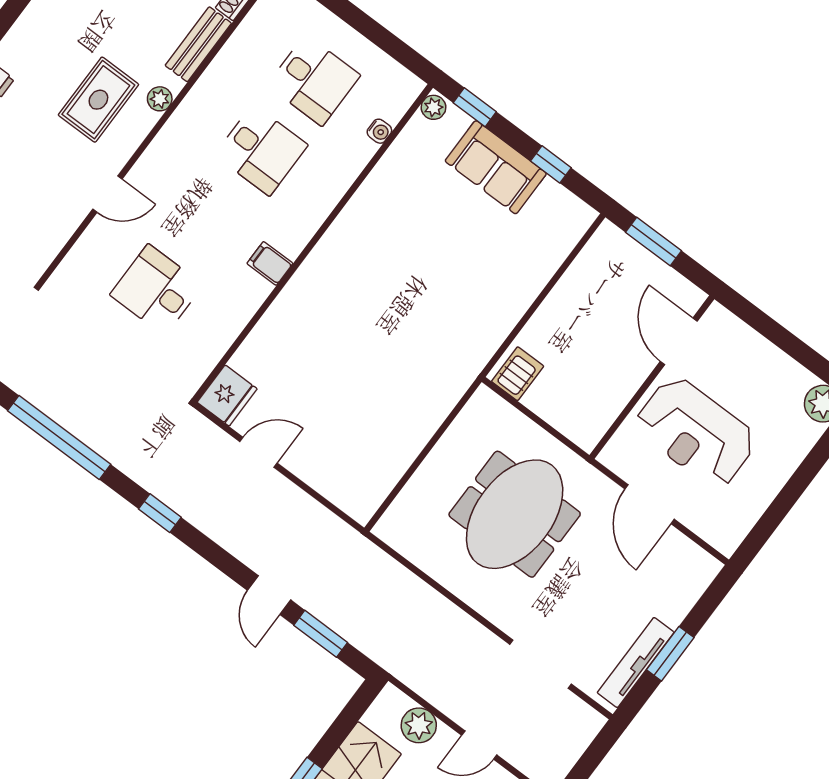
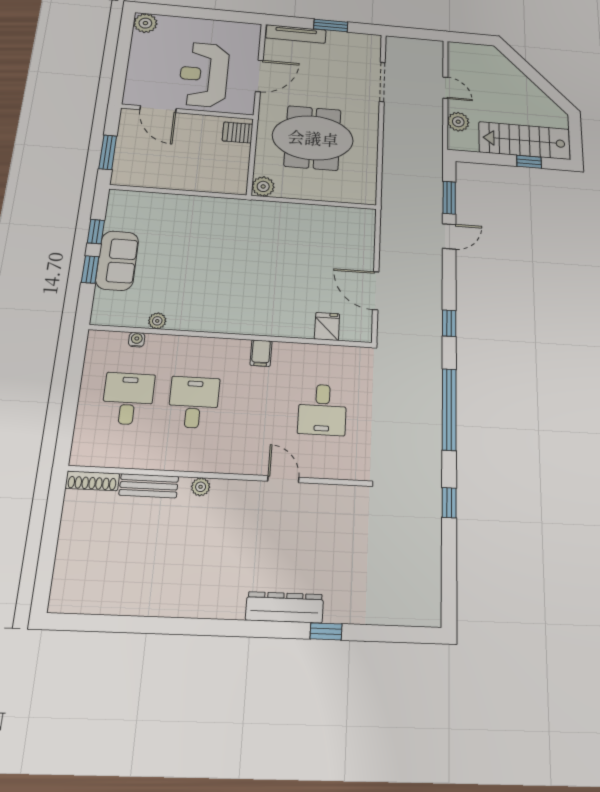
rug: (98, 100) -> (226, 526), removed
plant: (433, 107) -> (157, 321), moved
window: (475, 107) -> (90, 270), moved
door: (679, 341) -> (158, 109), hinge flipped
server rack: (518, 374) -> (238, 133), moved
fridge: (227, 396) -> (327, 326), moved, width x0.72
plant: (485, 405) -> (263, 186), added
reception desk: (696, 432) -> (204, 74), turned 180
door: (258, 452) -> (376, 291), width x1.38
tv unit: (636, 663) -> (296, 34), moved

